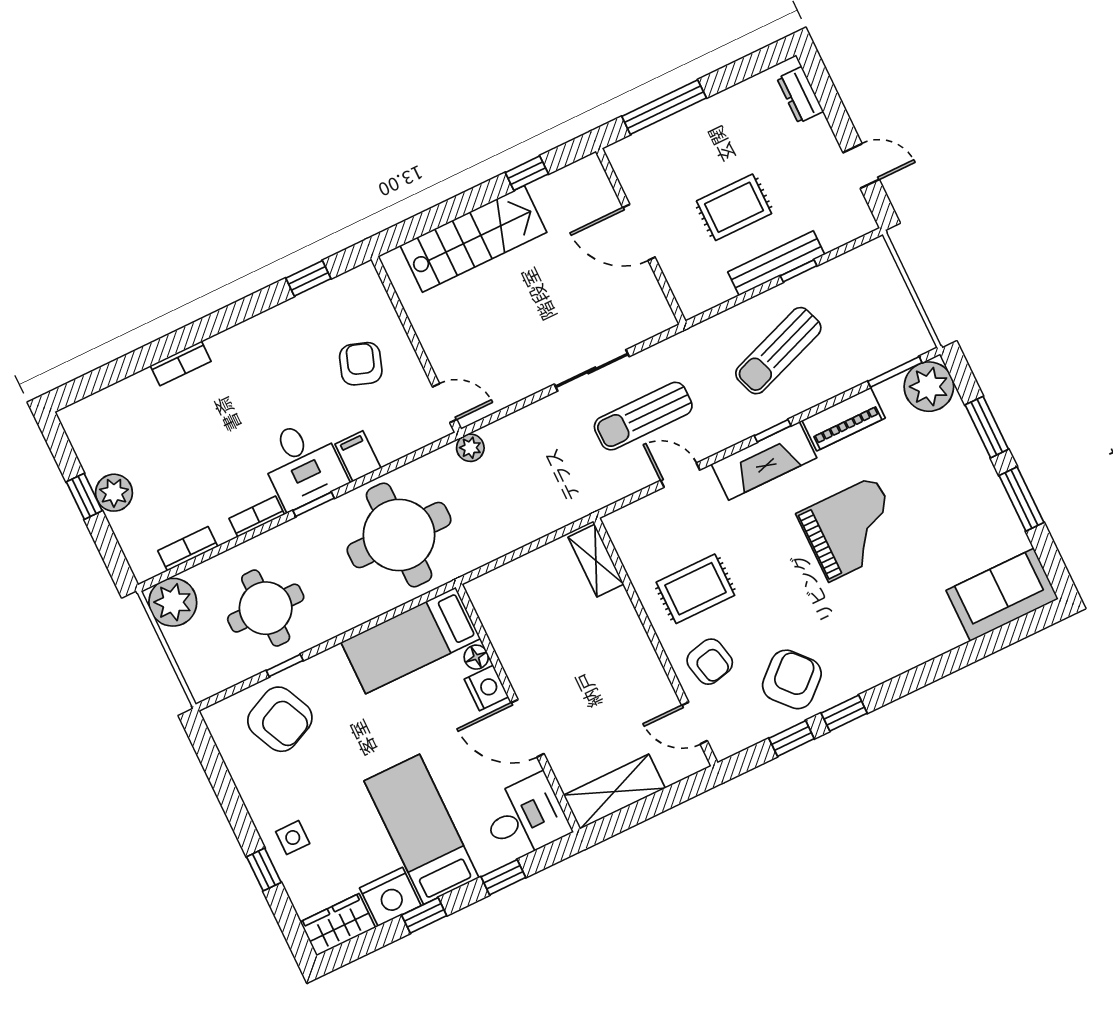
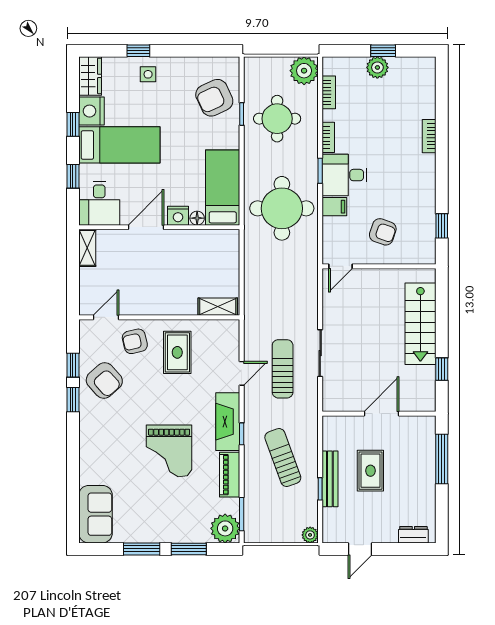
plant: (470, 448) -> (310, 535), moved
shelving: (614, 792) -> (87, 248), width x0.67, depth x0.75

